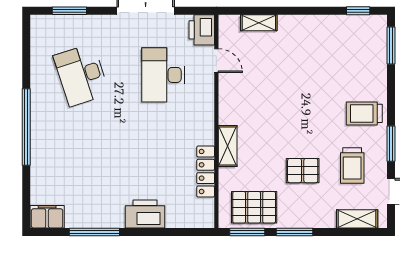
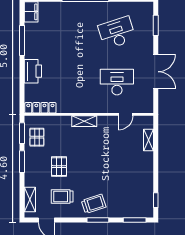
printer: (202, 30) -> (144, 106), removed
trolley: (364, 113) -> (94, 204), turned 72
window: (391, 144) -> (98, 220), moved
shelving: (228, 146) -> (84, 121), moved
locker: (206, 171) -> (40, 108), moved
pallet: (254, 207) -> (37, 137), width x0.67, depth x0.71

